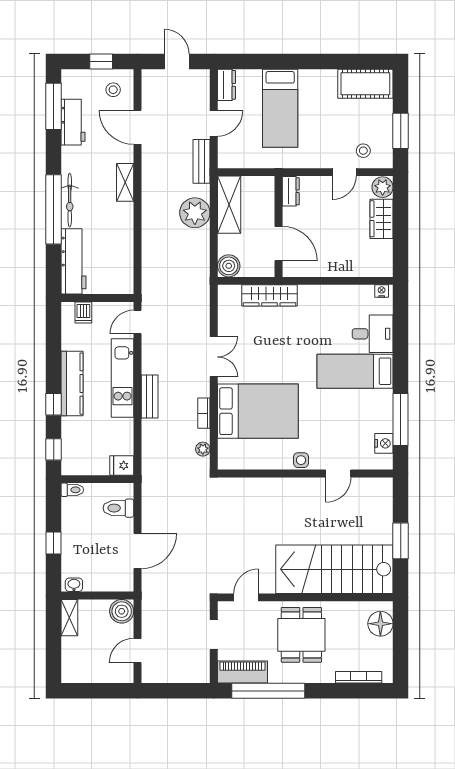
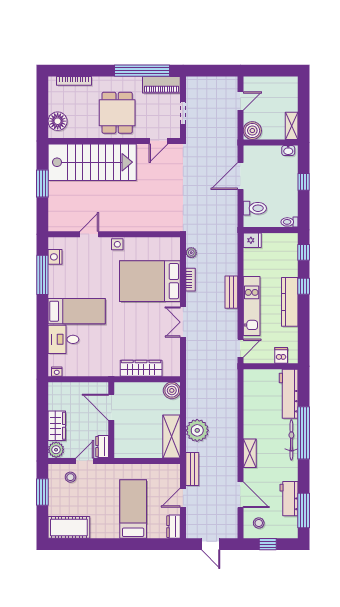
dresser: (291, 191) -> (102, 447), moved
wall: (279, 226) -> (111, 420), moved
door: (279, 244) -> (111, 407), moved

